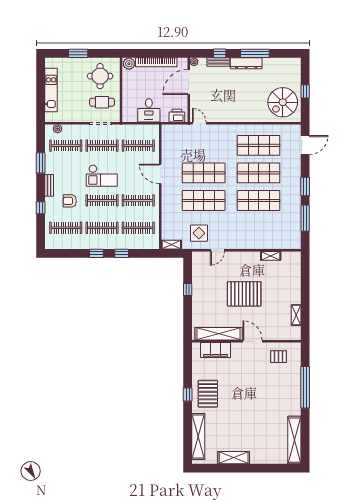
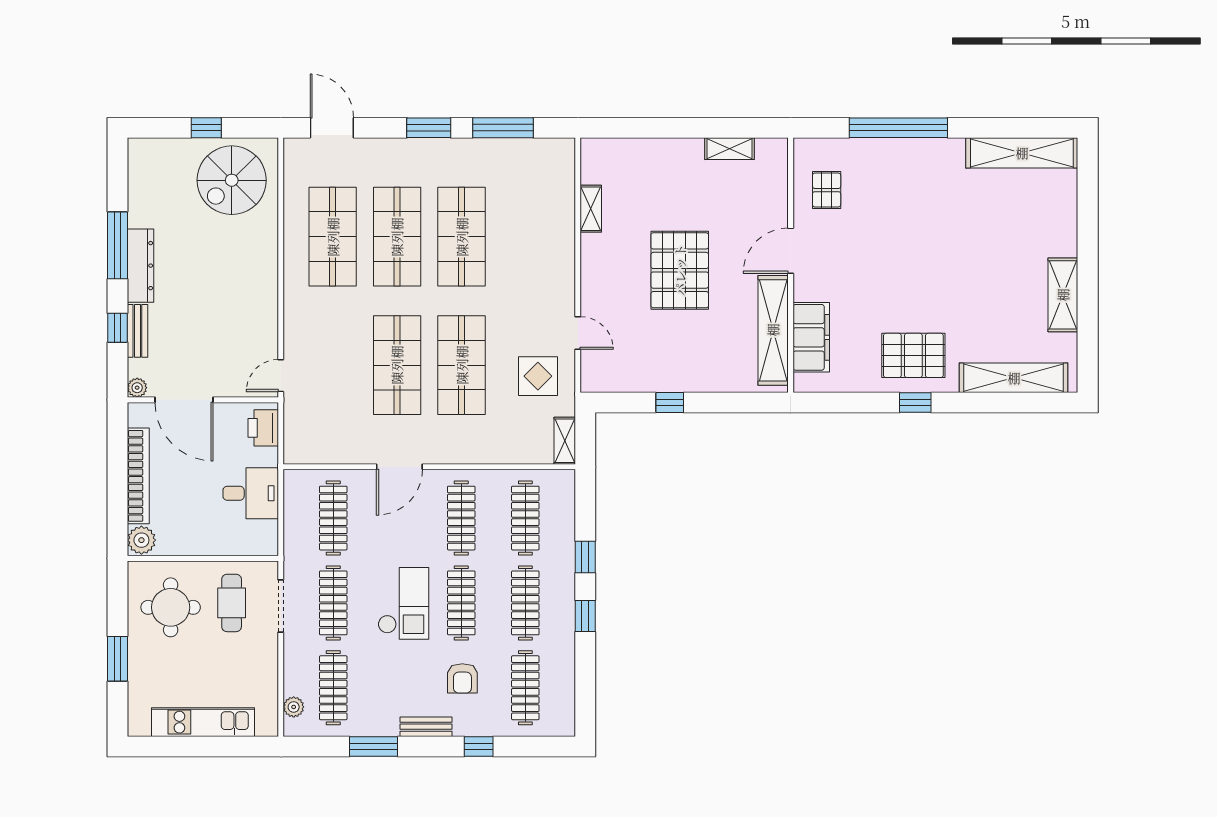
spiral stairs: (283, 102) -> (232, 180), turned 90

